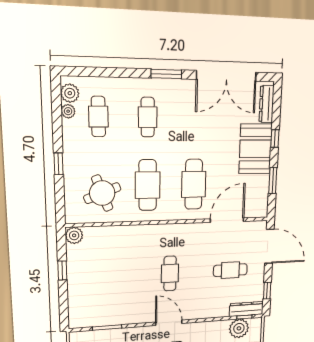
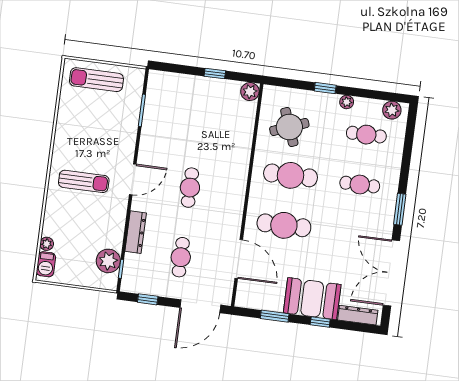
plant: (68, 111) -> (347, 102), moved
cafe table: (170, 273) -> (190, 188), turned 90
dresser: (246, 309) -> (136, 232), moved

